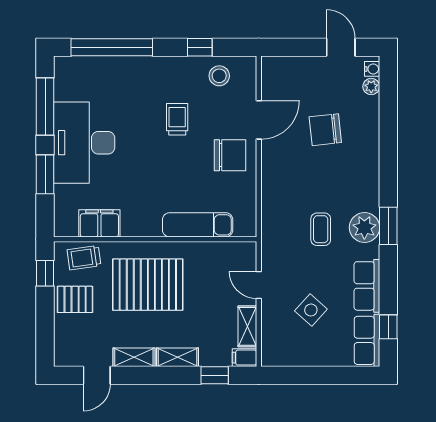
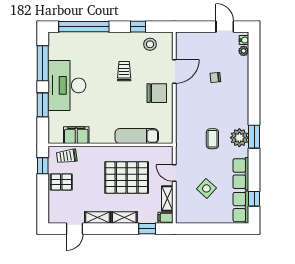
chair: (325, 130) -> (215, 77), width x0.54, depth x0.54
pallet: (148, 285) -> (127, 177), moved

